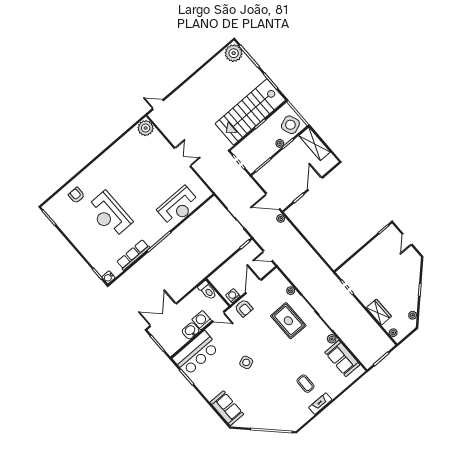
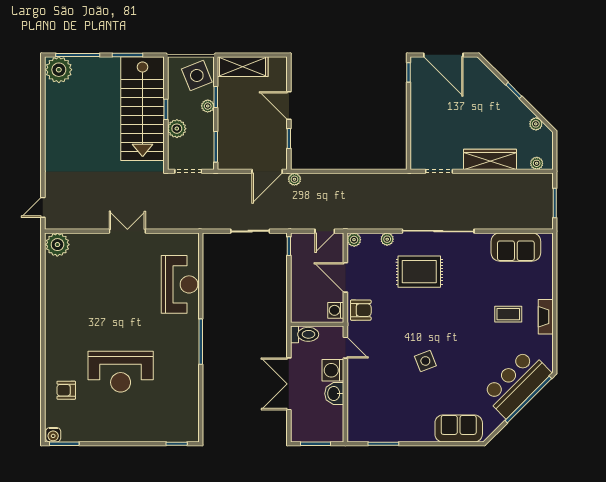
plant: (255, 138) -> (177, 129), added
door: (407, 239) -> (443, 55), width x1.87
row of seats: (133, 255) -> (190, 384), removed
water cooler: (108, 277) -> (53, 435), moved
wardrobe: (379, 312) -> (490, 159), width x1.50
double door: (163, 315) -> (289, 384), moved
door: (218, 317) -> (345, 348), hinge flipped
plant: (332, 339) -> (354, 240), moved
bar counter: (196, 353) -> (516, 383), moved, turned -135

